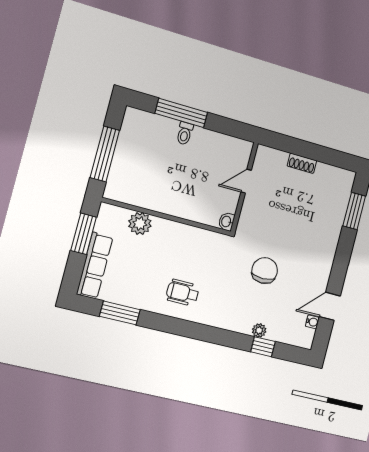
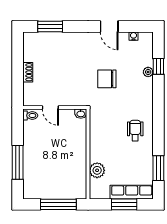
toilet: (185, 133) -> (30, 116), moved
window: (84, 234) -> (124, 204), moved
wheelchair: (183, 293) -> (135, 131), turned 180
door: (330, 306) -> (109, 26), moved

